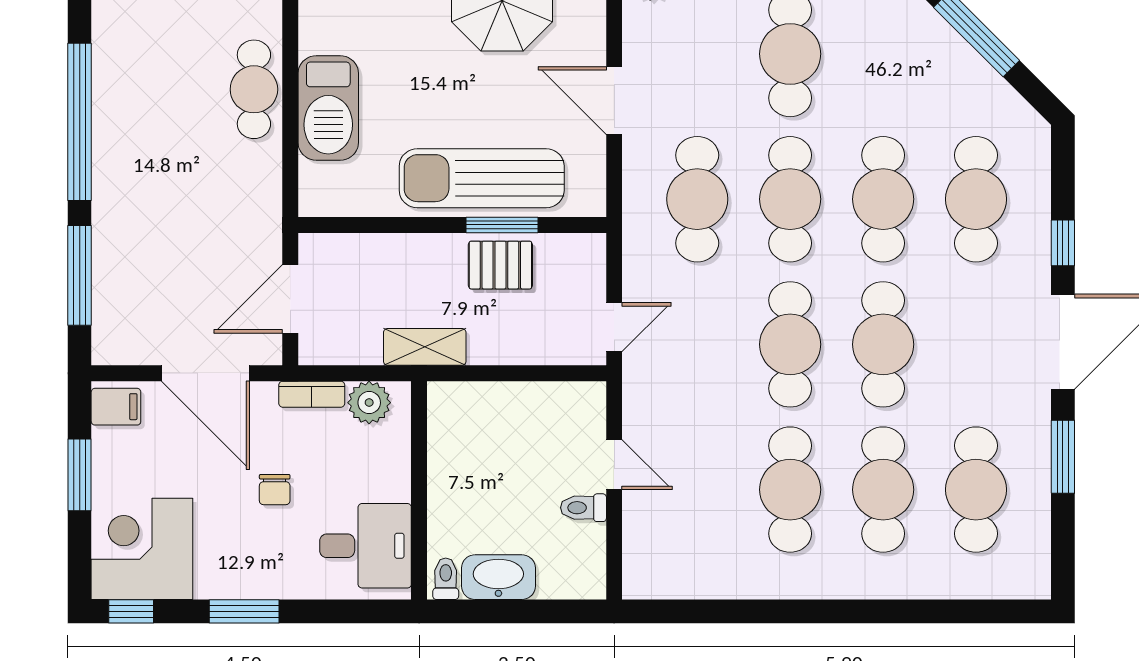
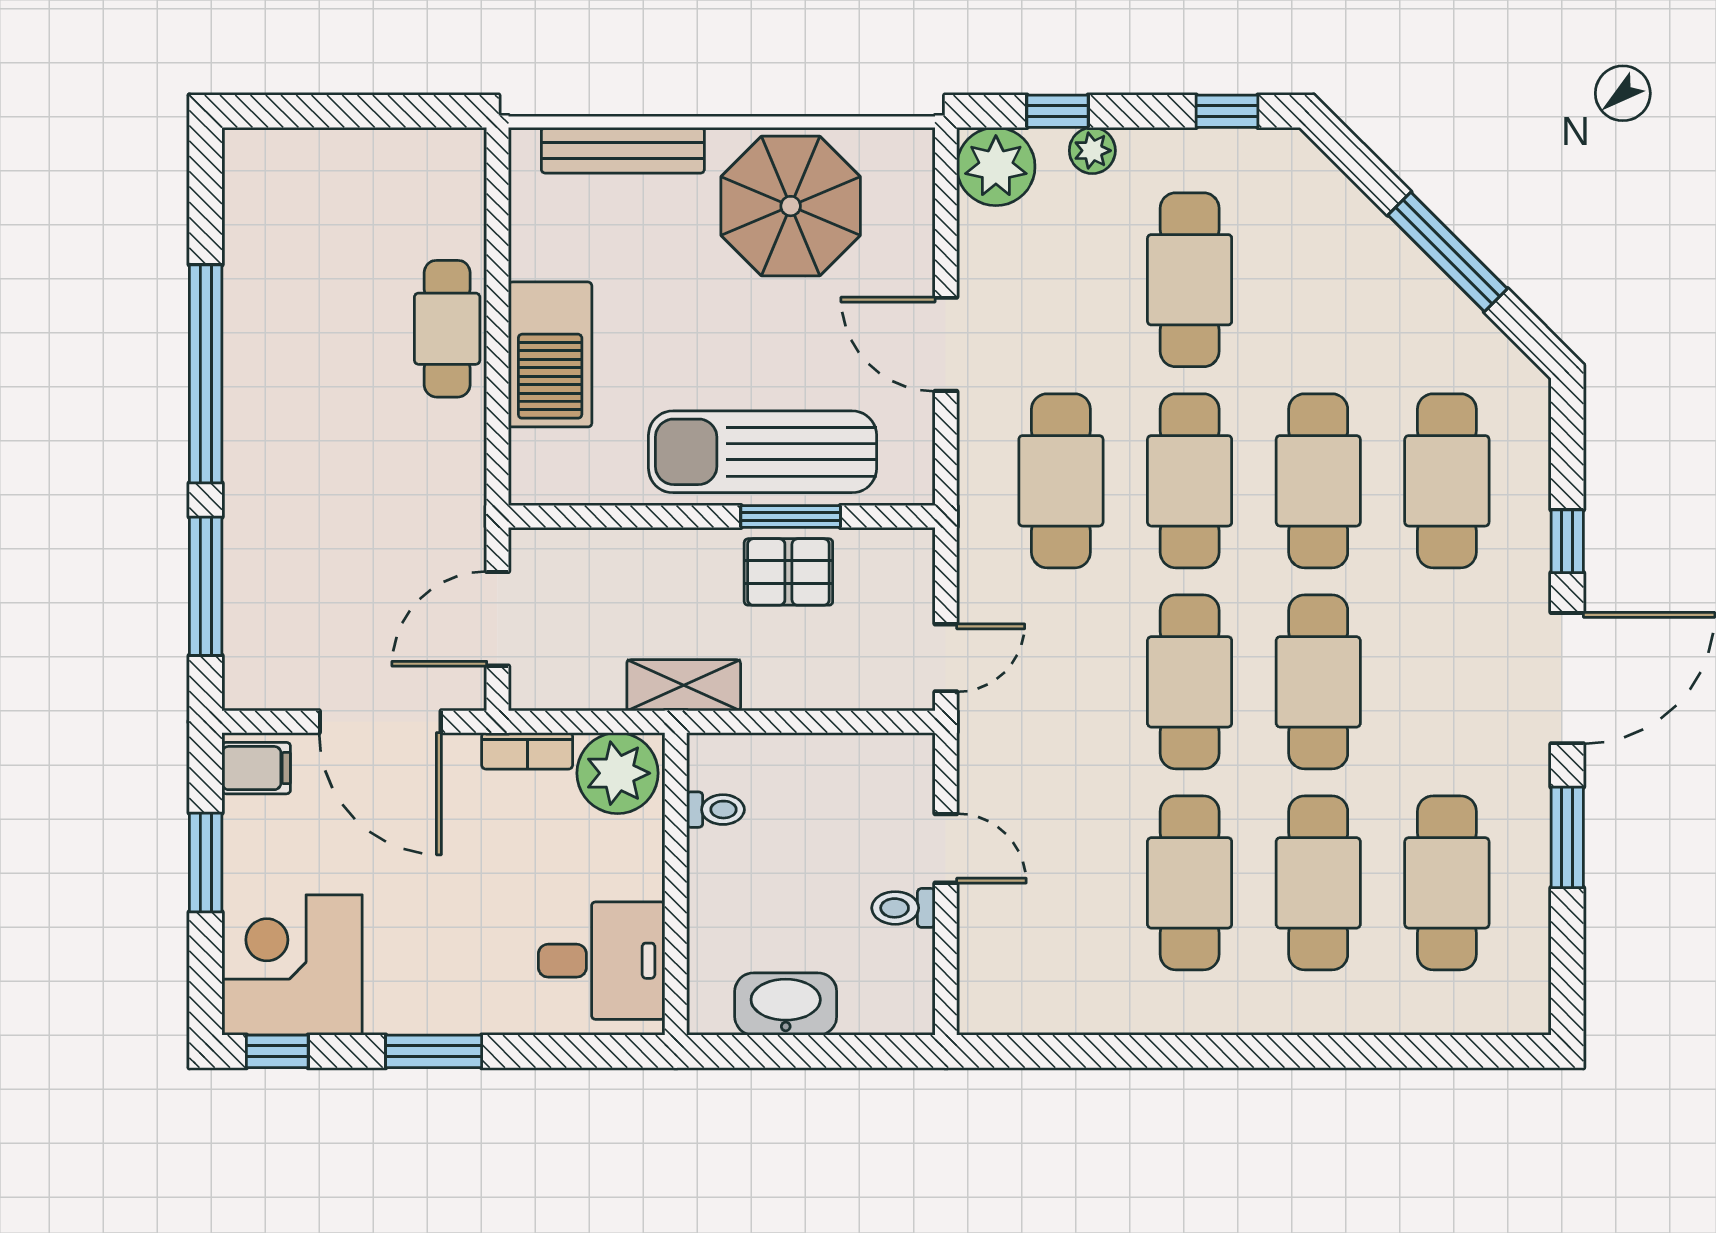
plant: (369, 403) -> (618, 773), width x1.36, depth x1.36
chair: (275, 490) -> (476, 883), removed
toilet: (446, 579) -> (715, 810), moved, turned 90

